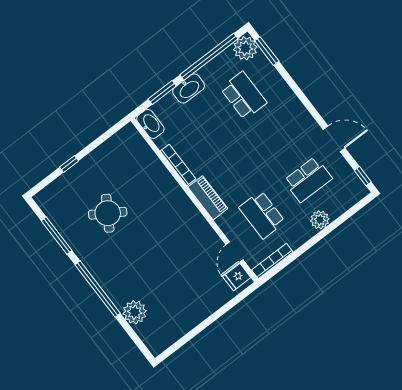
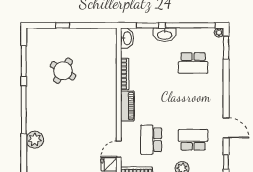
plant: (245, 48) -> (219, 32), width x0.53, depth x0.53
school desk: (244, 96) -> (193, 63), turned 90
school desk: (308, 179) -> (193, 140), turned 180

